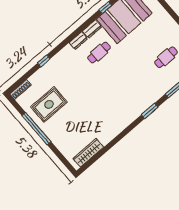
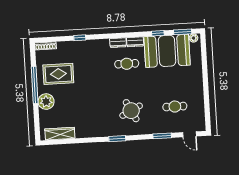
round table: (132, 89) -> (131, 111), added
window: (150, 111) -> (117, 139), moved
plant: (56, 135) -> (46, 102), added

